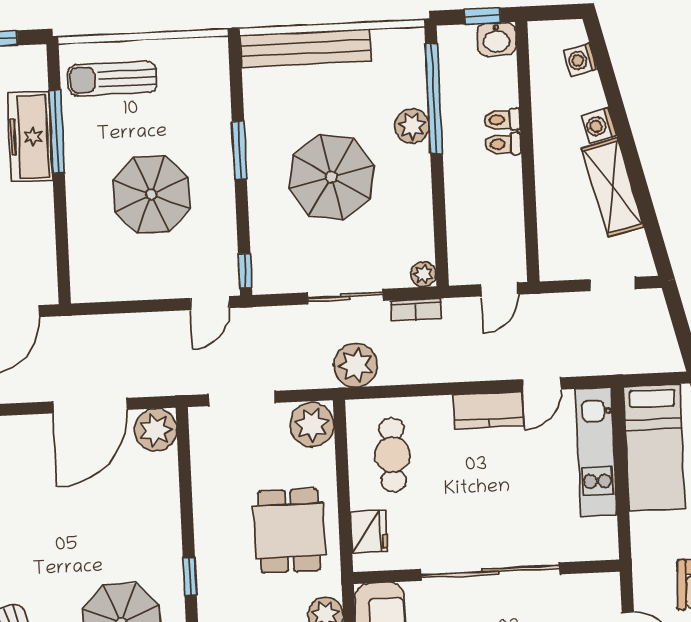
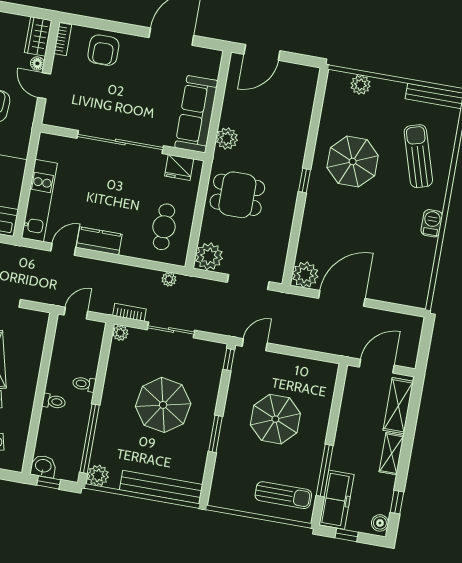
toilet: (502, 120) -> (84, 384), moved, turned 180
plant: (412, 126) -> (98, 475), moved
freezer: (30, 137) -> (336, 500), moved
plant: (356, 365) -> (169, 279), width x0.53, depth x0.53
dining table: (289, 531) -> (237, 195), turned 90
fridge: (369, 532) -> (179, 167), moved, turned -90

